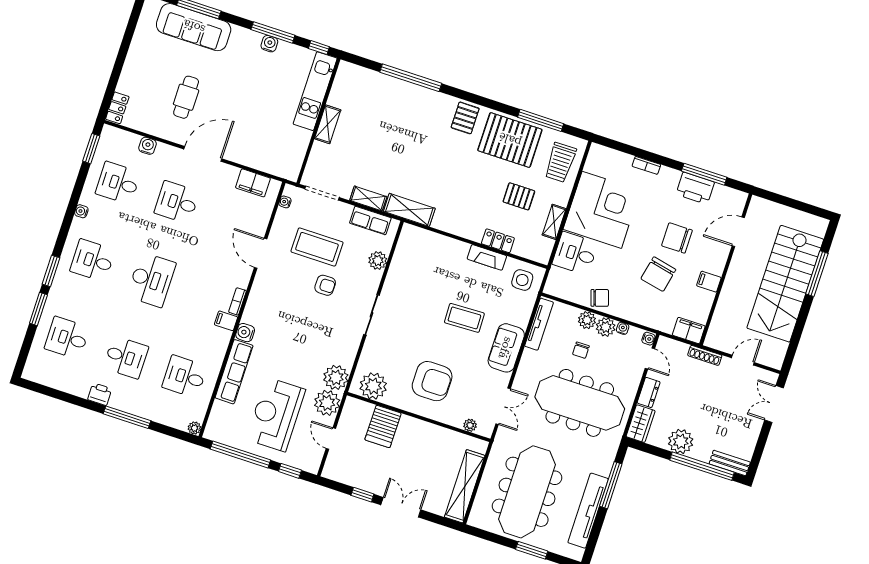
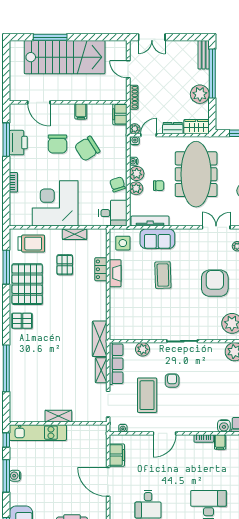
door: (203, 154) -> (108, 482), moved
row of seats: (370, 220) -> (116, 364), width x1.48
desk: (575, 253) -> (113, 213), moved, turned -90
chair: (658, 274) -> (87, 149), turned 136
plant: (664, 343) -> (135, 129), added
sofa: (506, 348) -> (157, 239), moved

